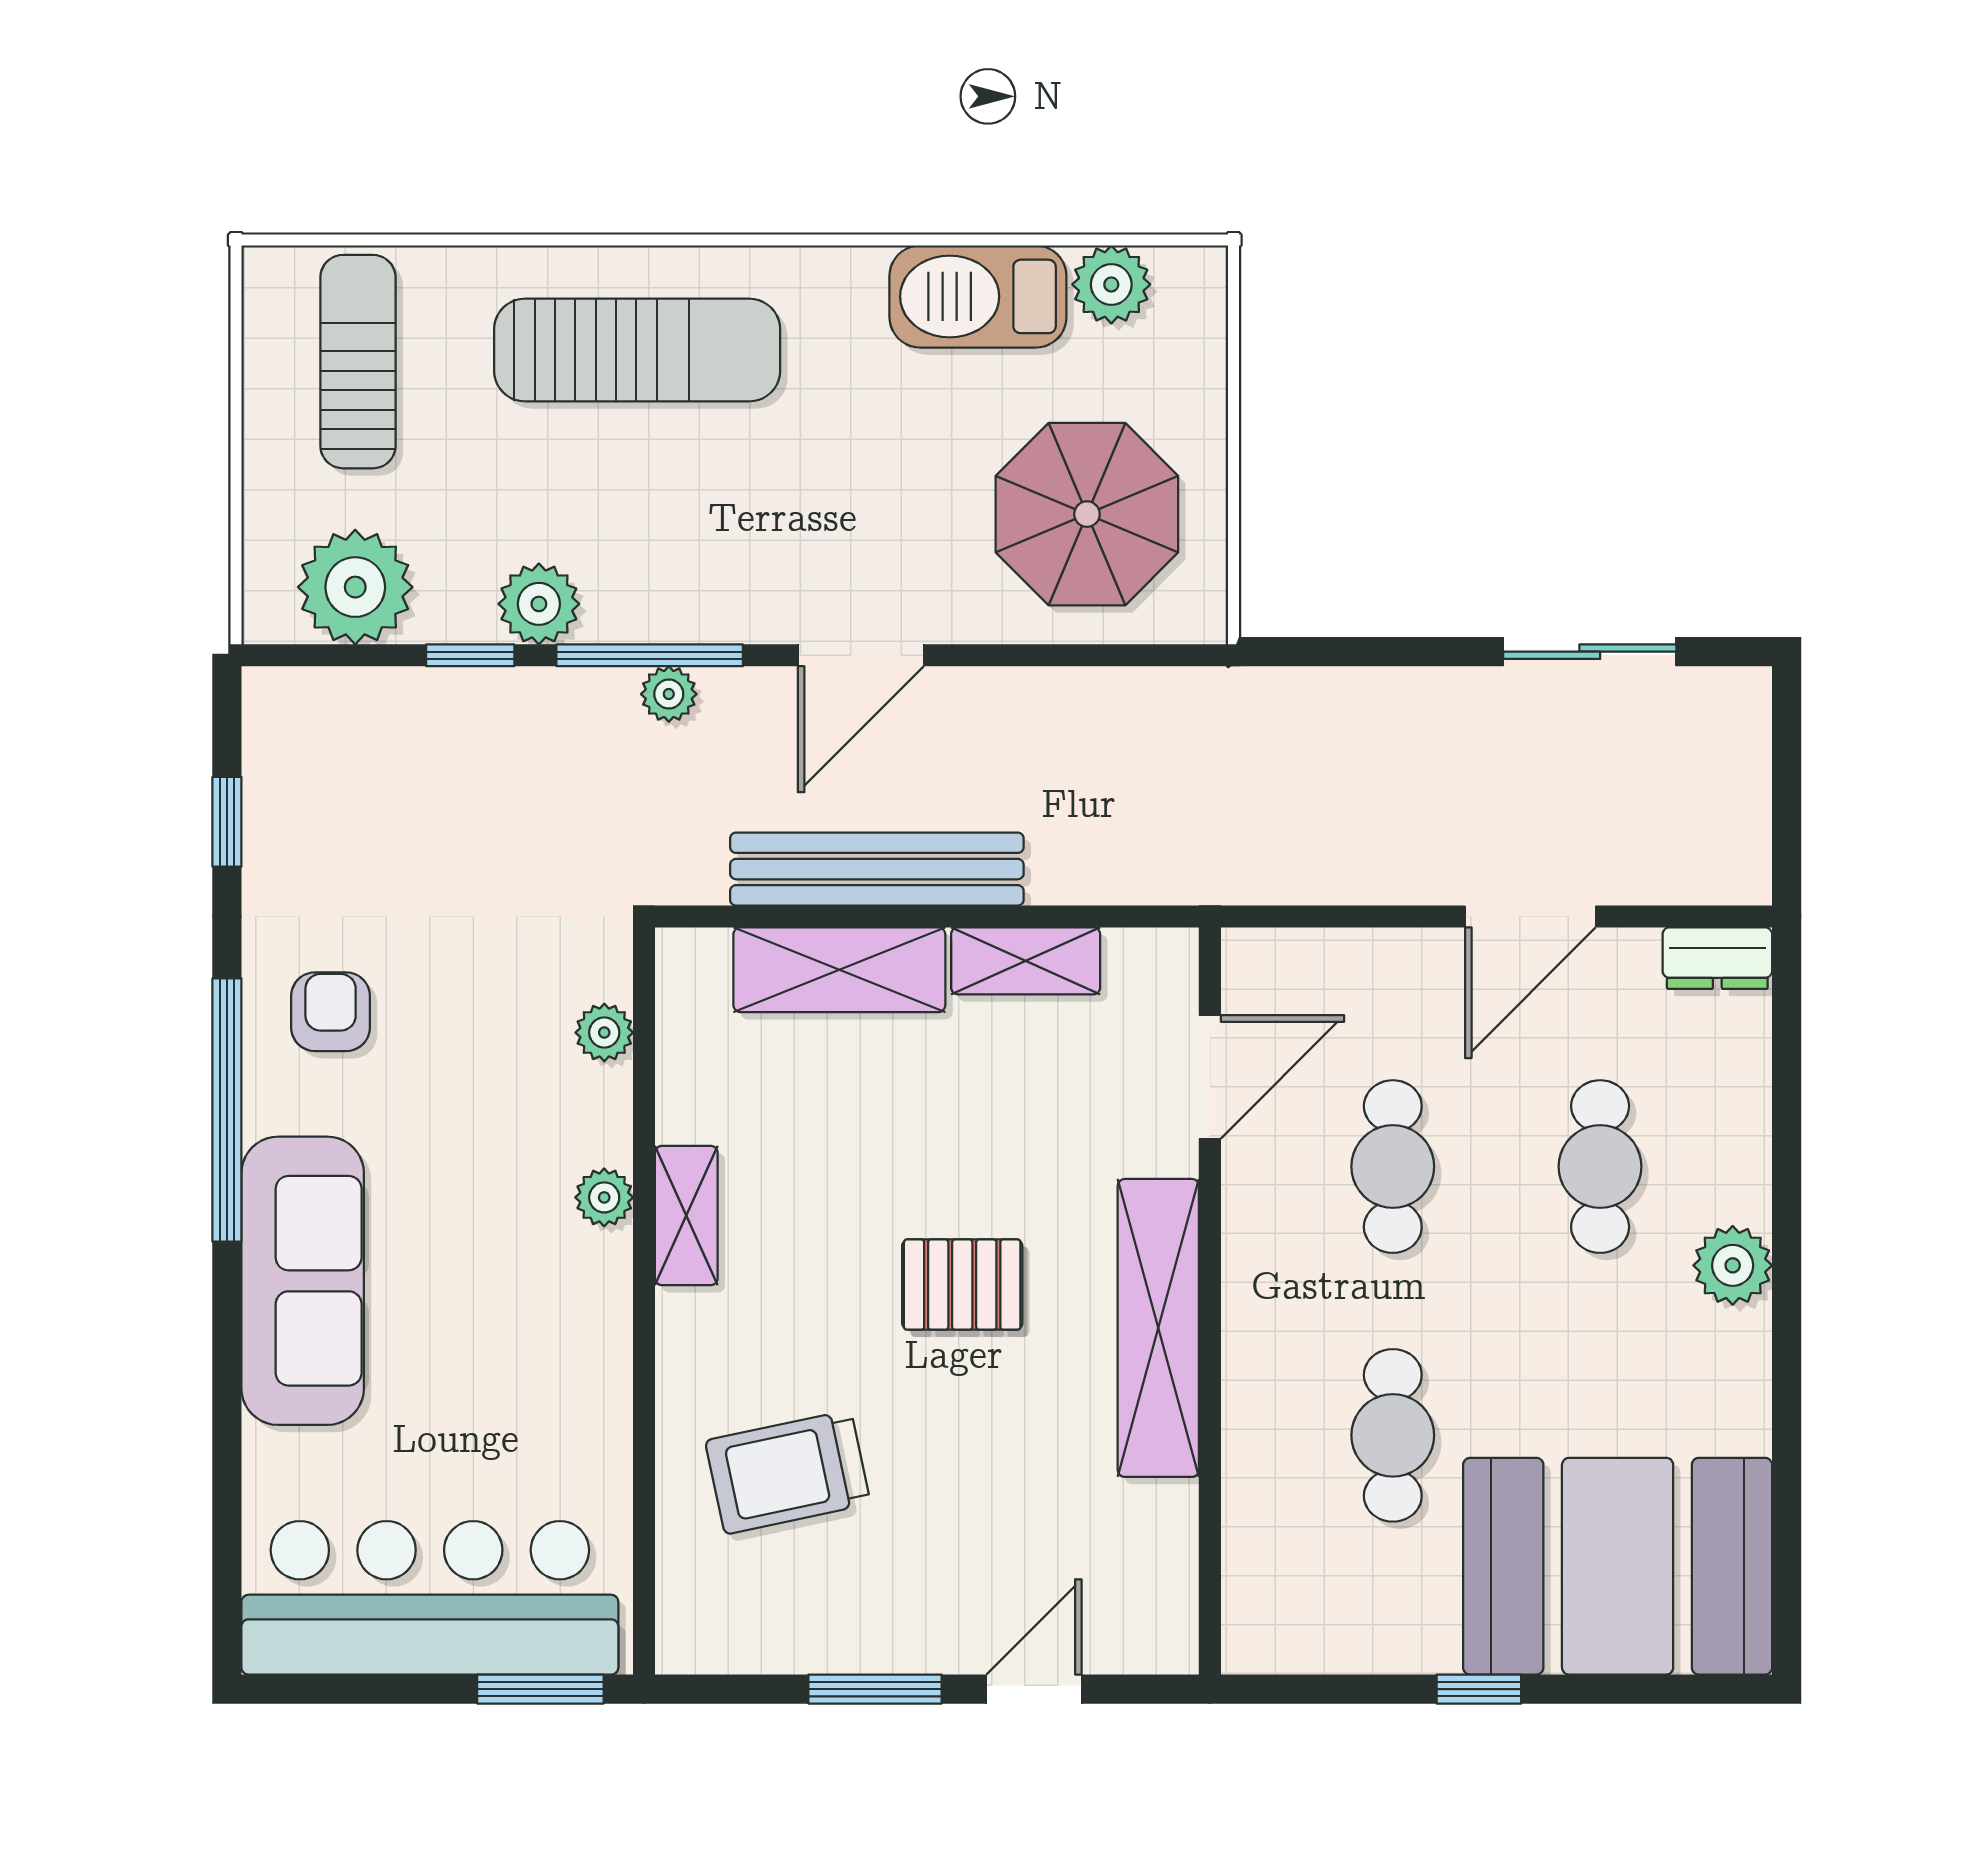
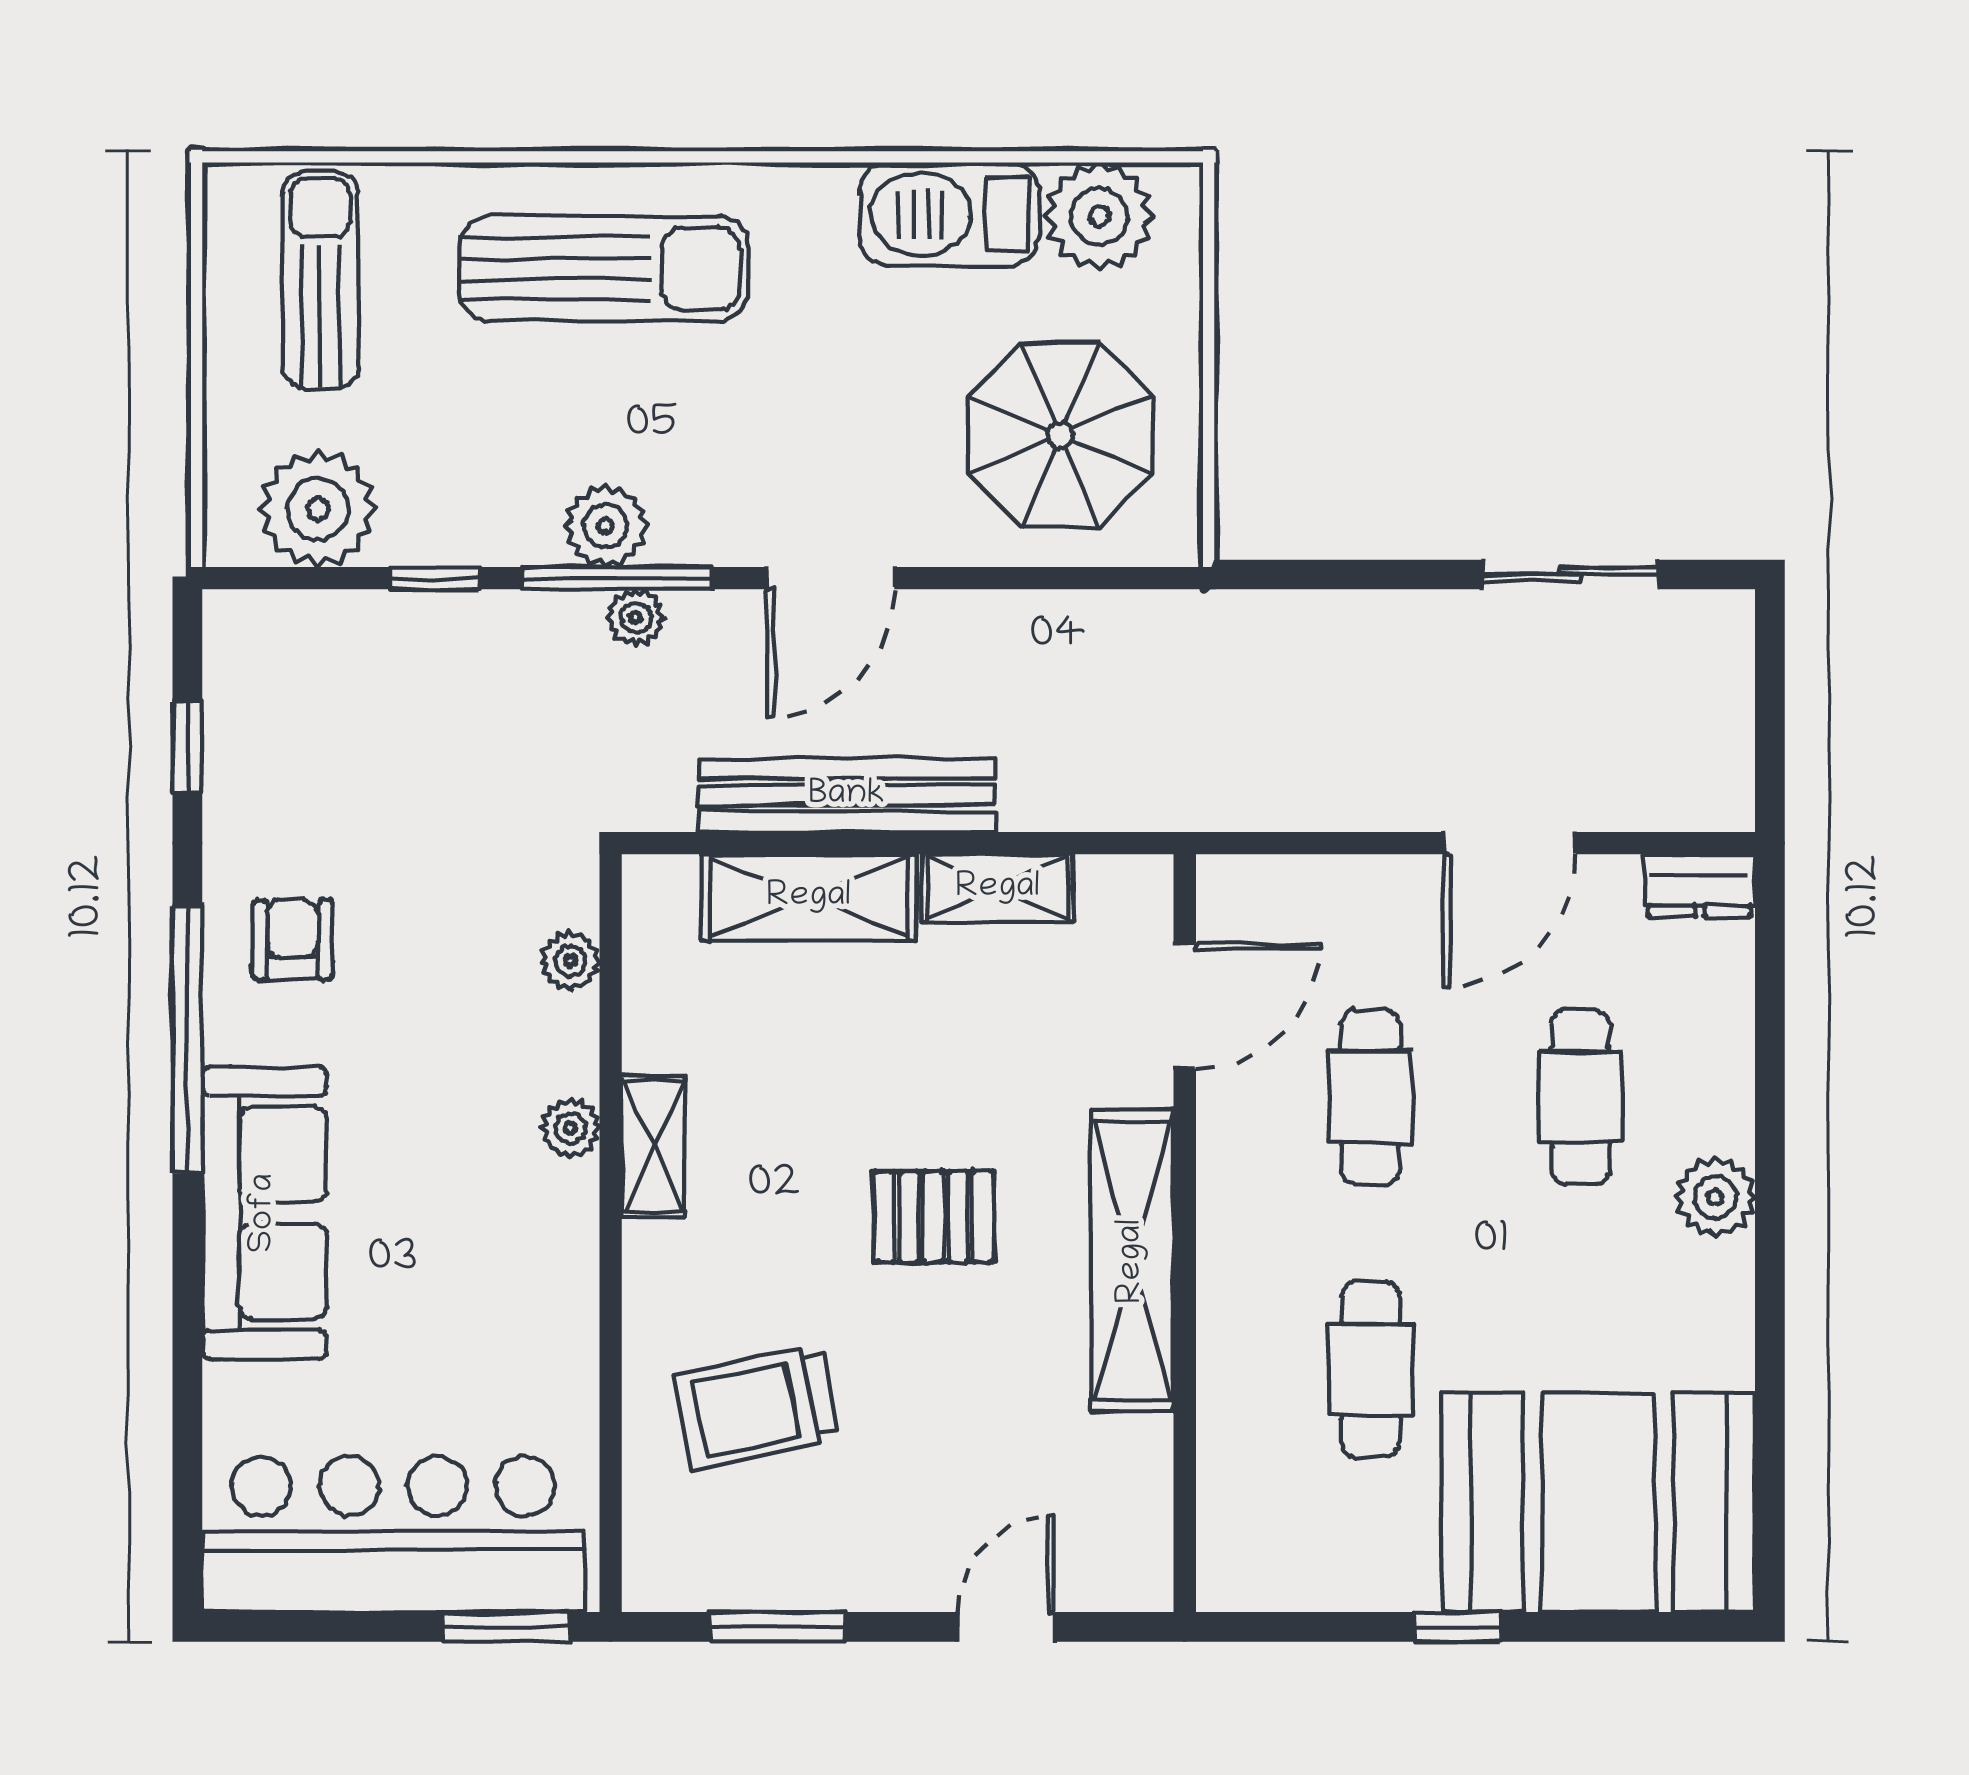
plant: (1111, 284) -> (1099, 216), width x1.36, depth x1.36
plant: (539, 604) -> (605, 526), moved
window: (875, 1689) -> (777, 1627), moved

